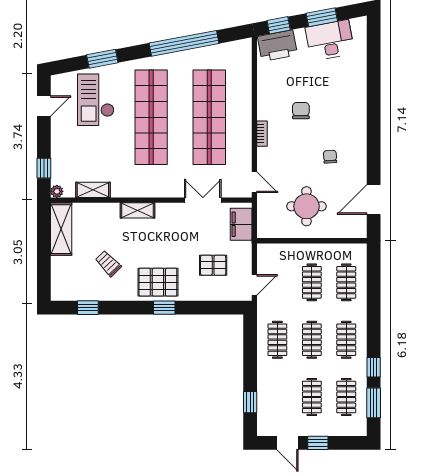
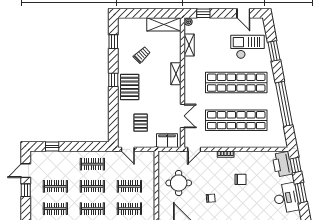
window: (164, 308) -> (113, 80), moved

